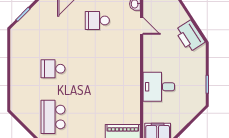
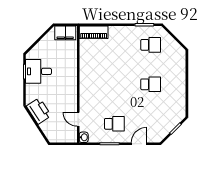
desk: (159, 87) -> (38, 71), moved, turned 180
school desk: (53, 117) -> (151, 45), width x0.54

